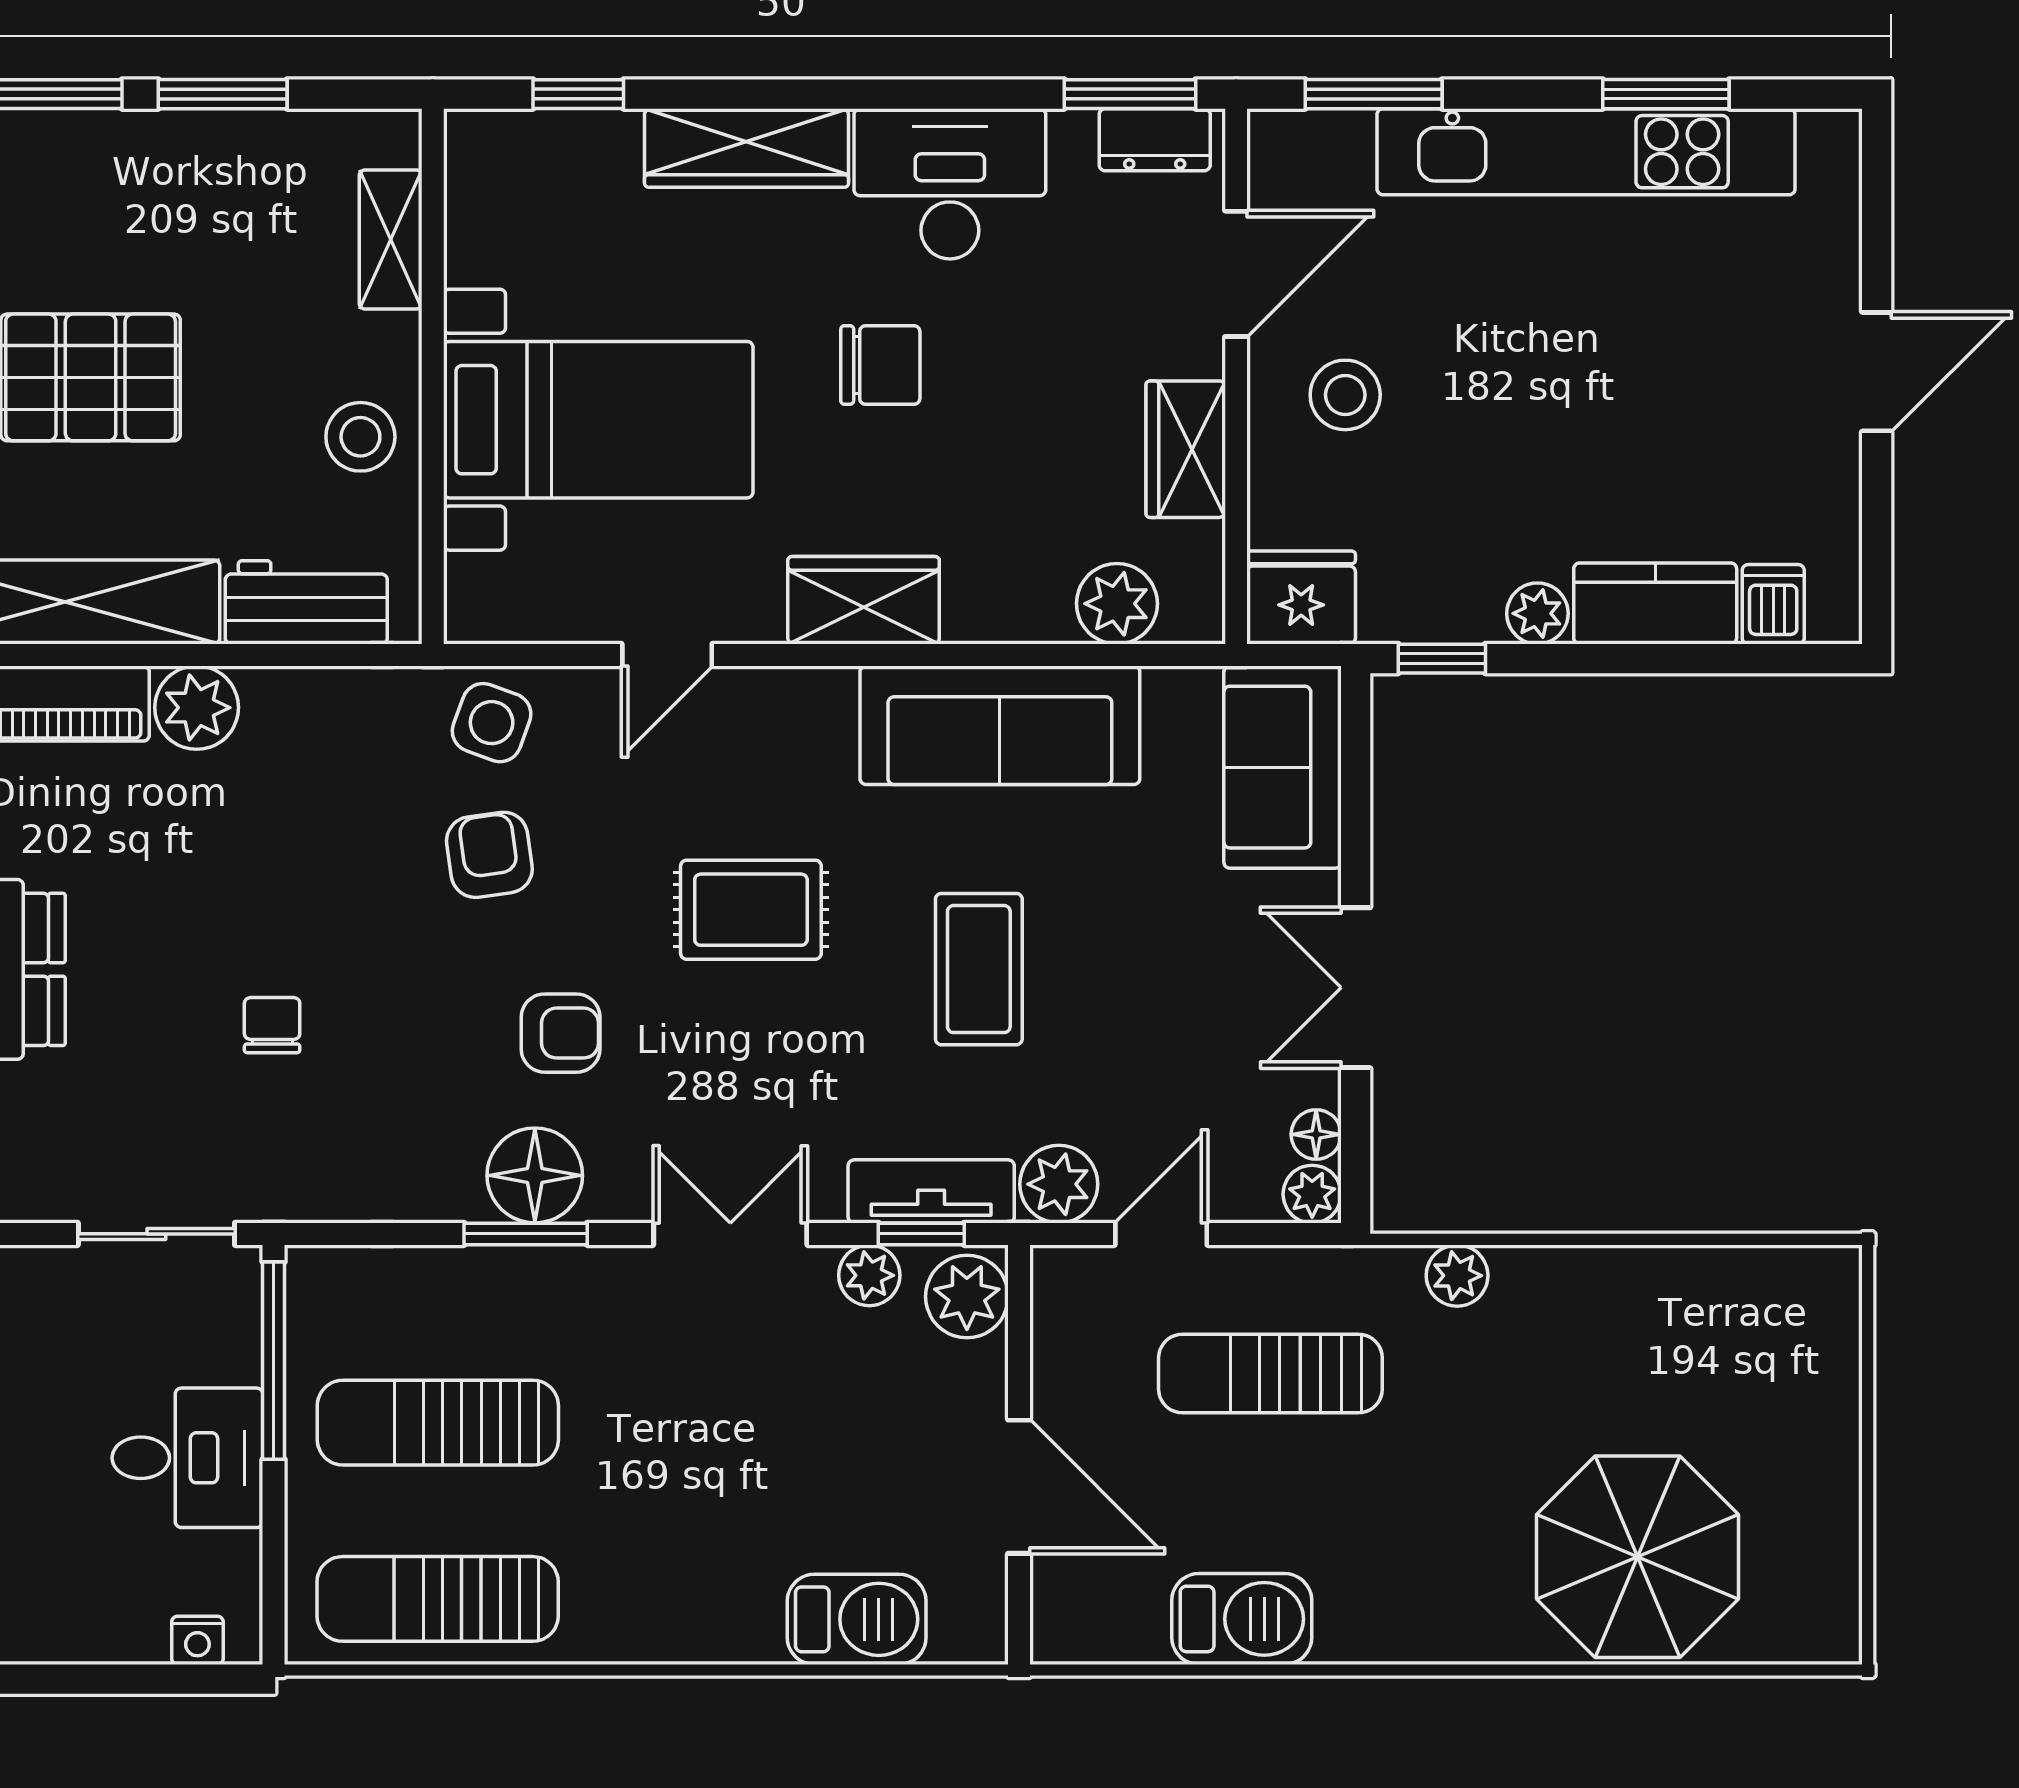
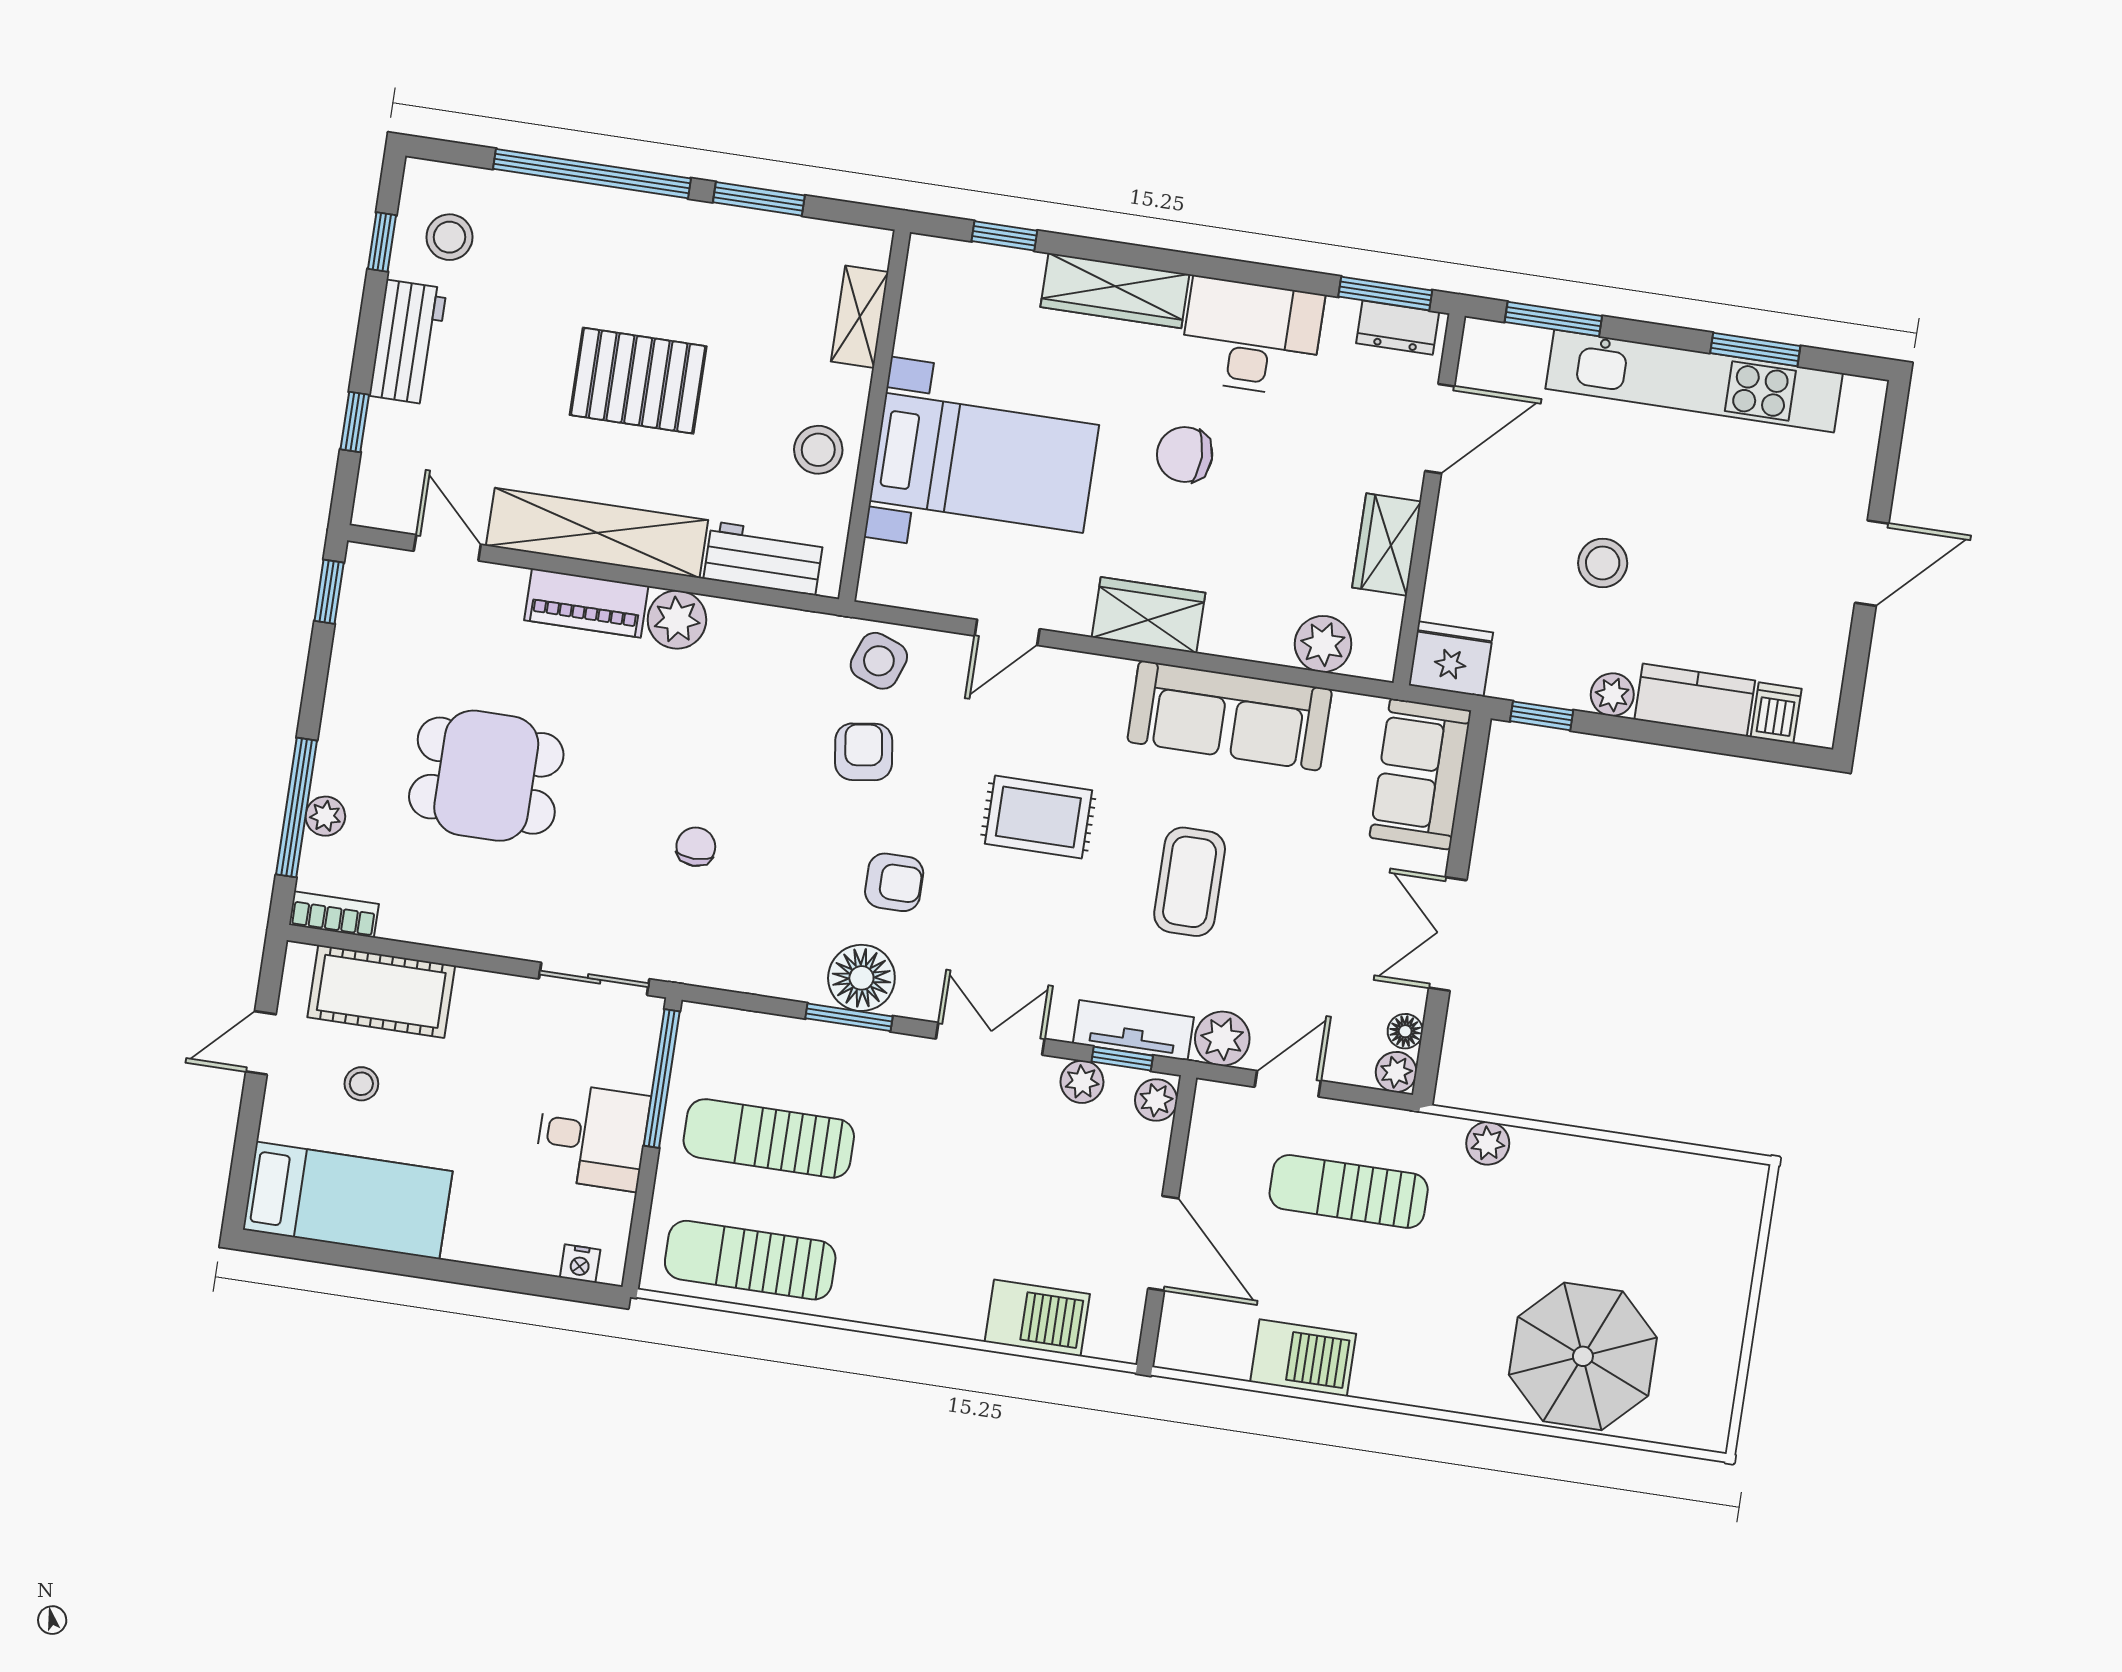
chair: (880, 365) -> (1185, 454), turned 180
stool: (1345, 395) -> (1603, 563), moved
plant: (967, 1296) -> (1156, 1100), width x0.73, depth x0.73

